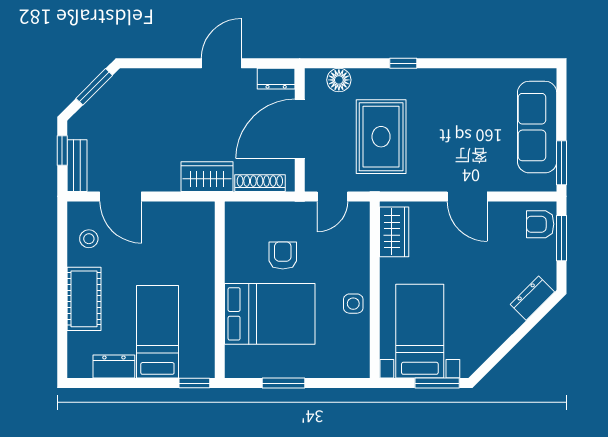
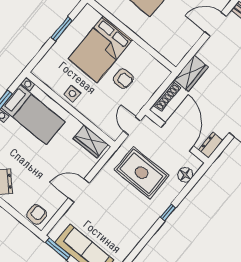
window: (561, 238) -> (22, 219), removed

